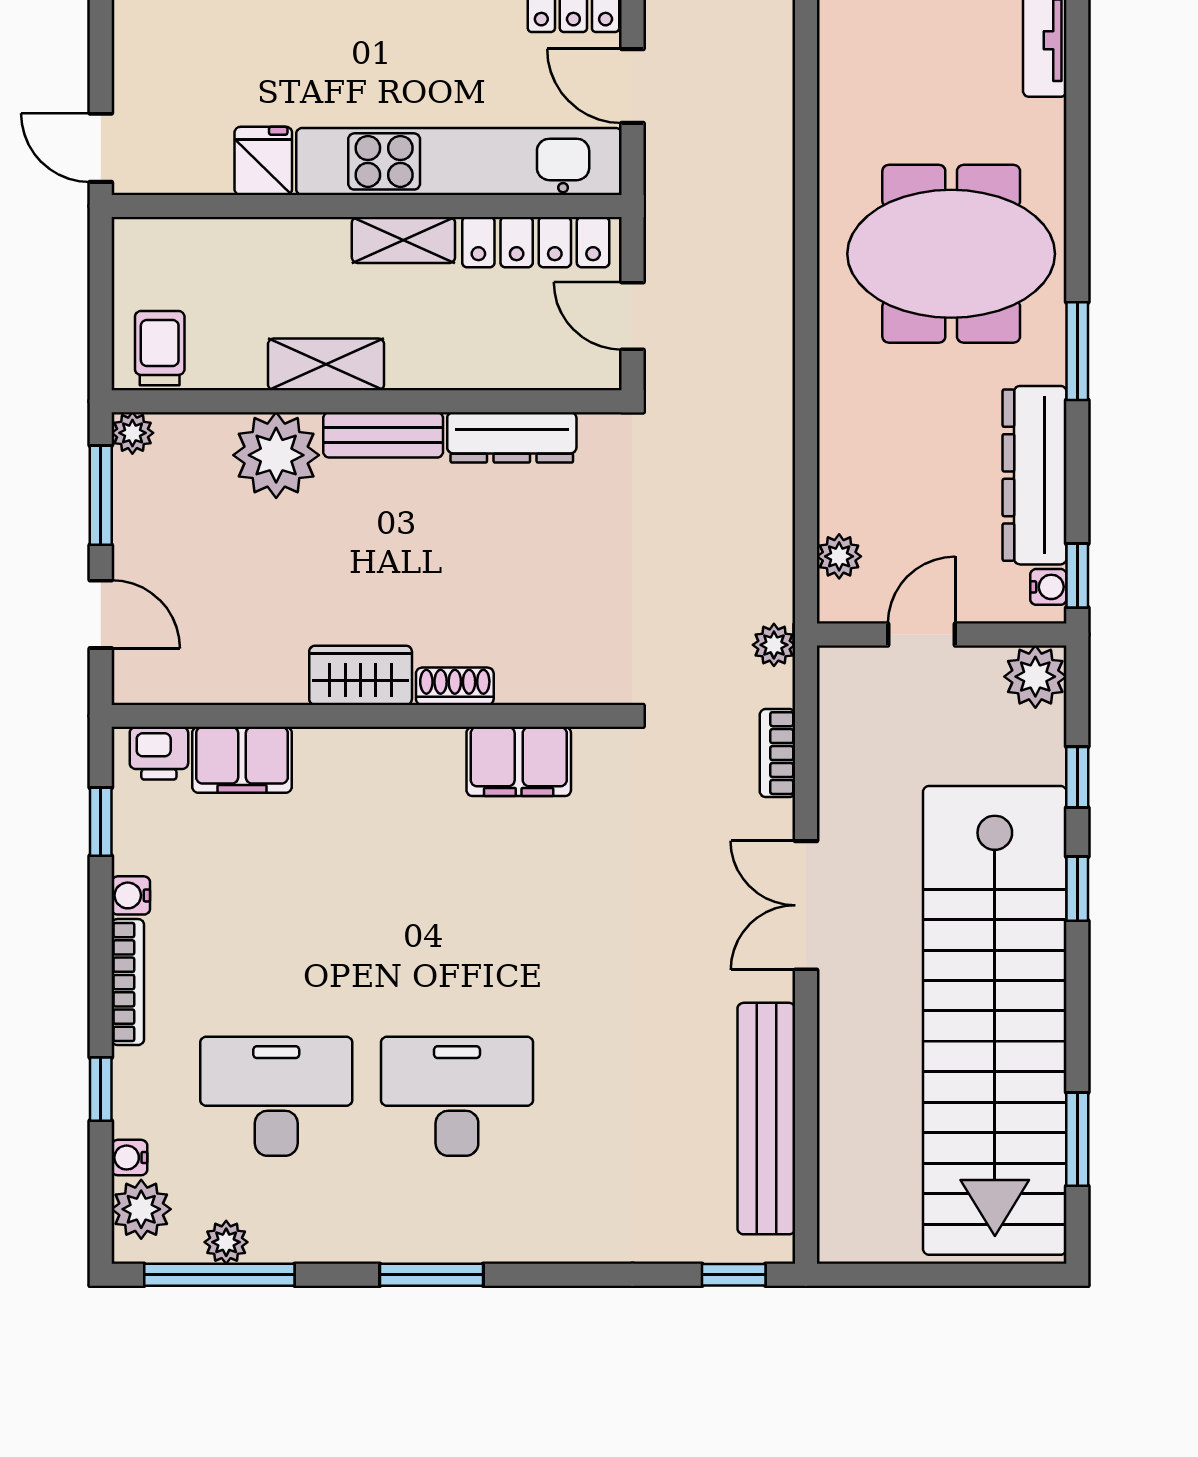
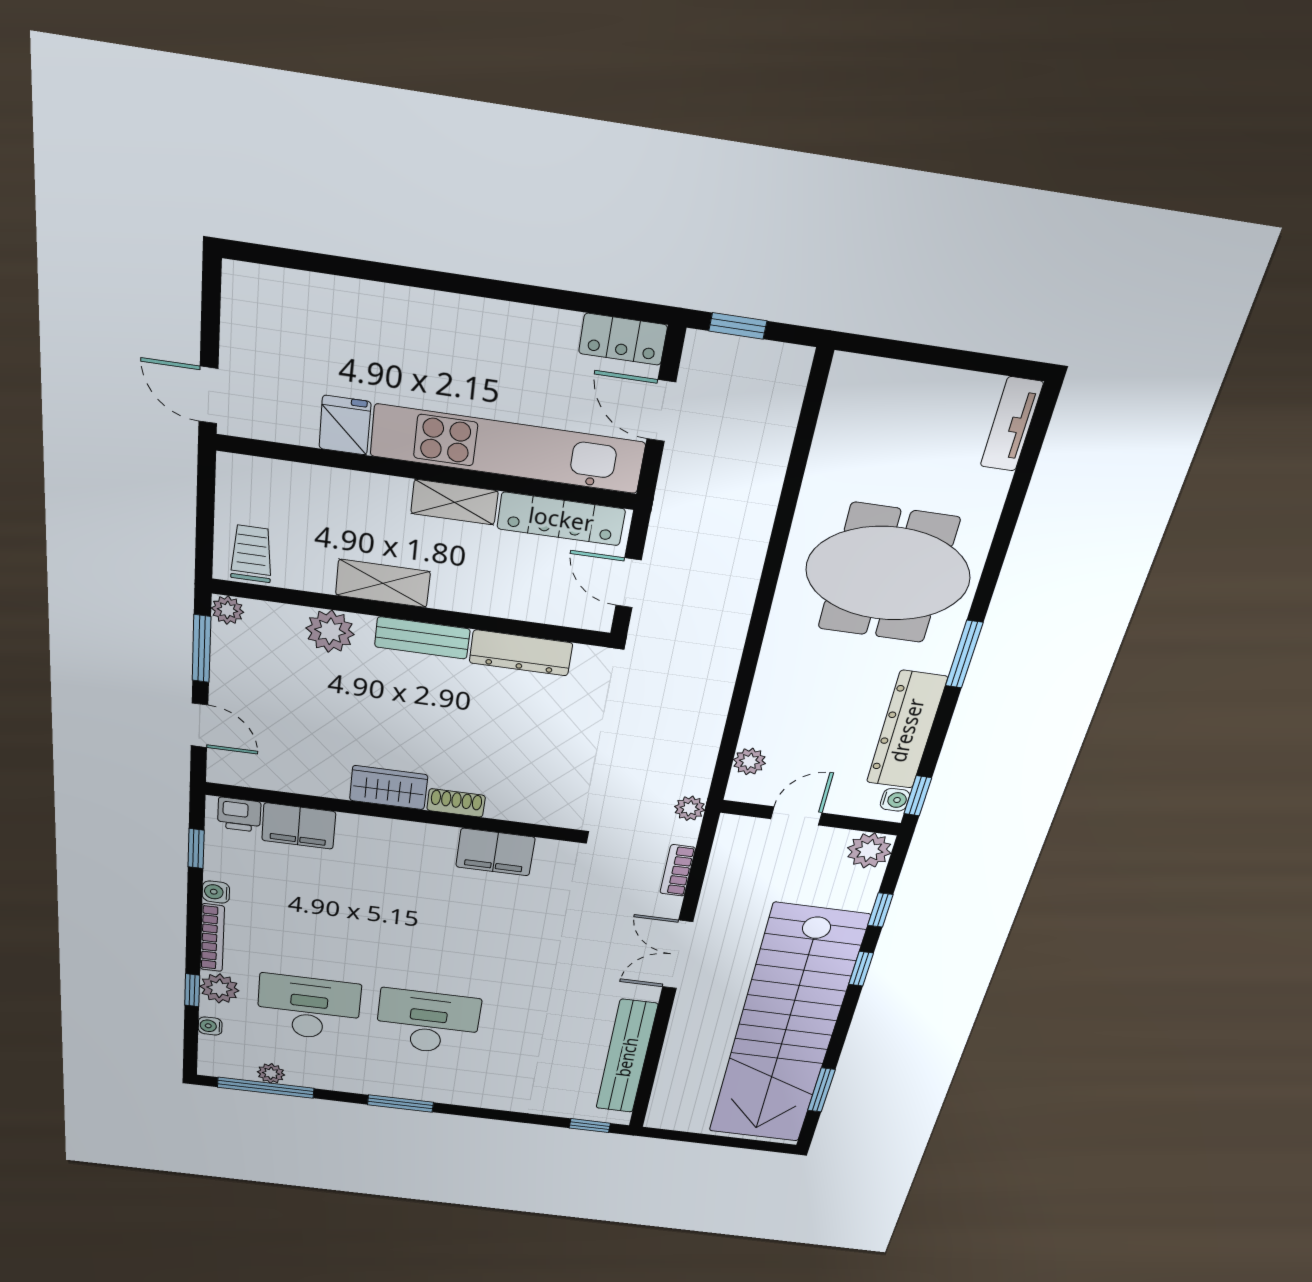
plant: (276, 455) -> (330, 631), width x0.73, depth x0.73
plant: (141, 1209) -> (219, 988), moved

